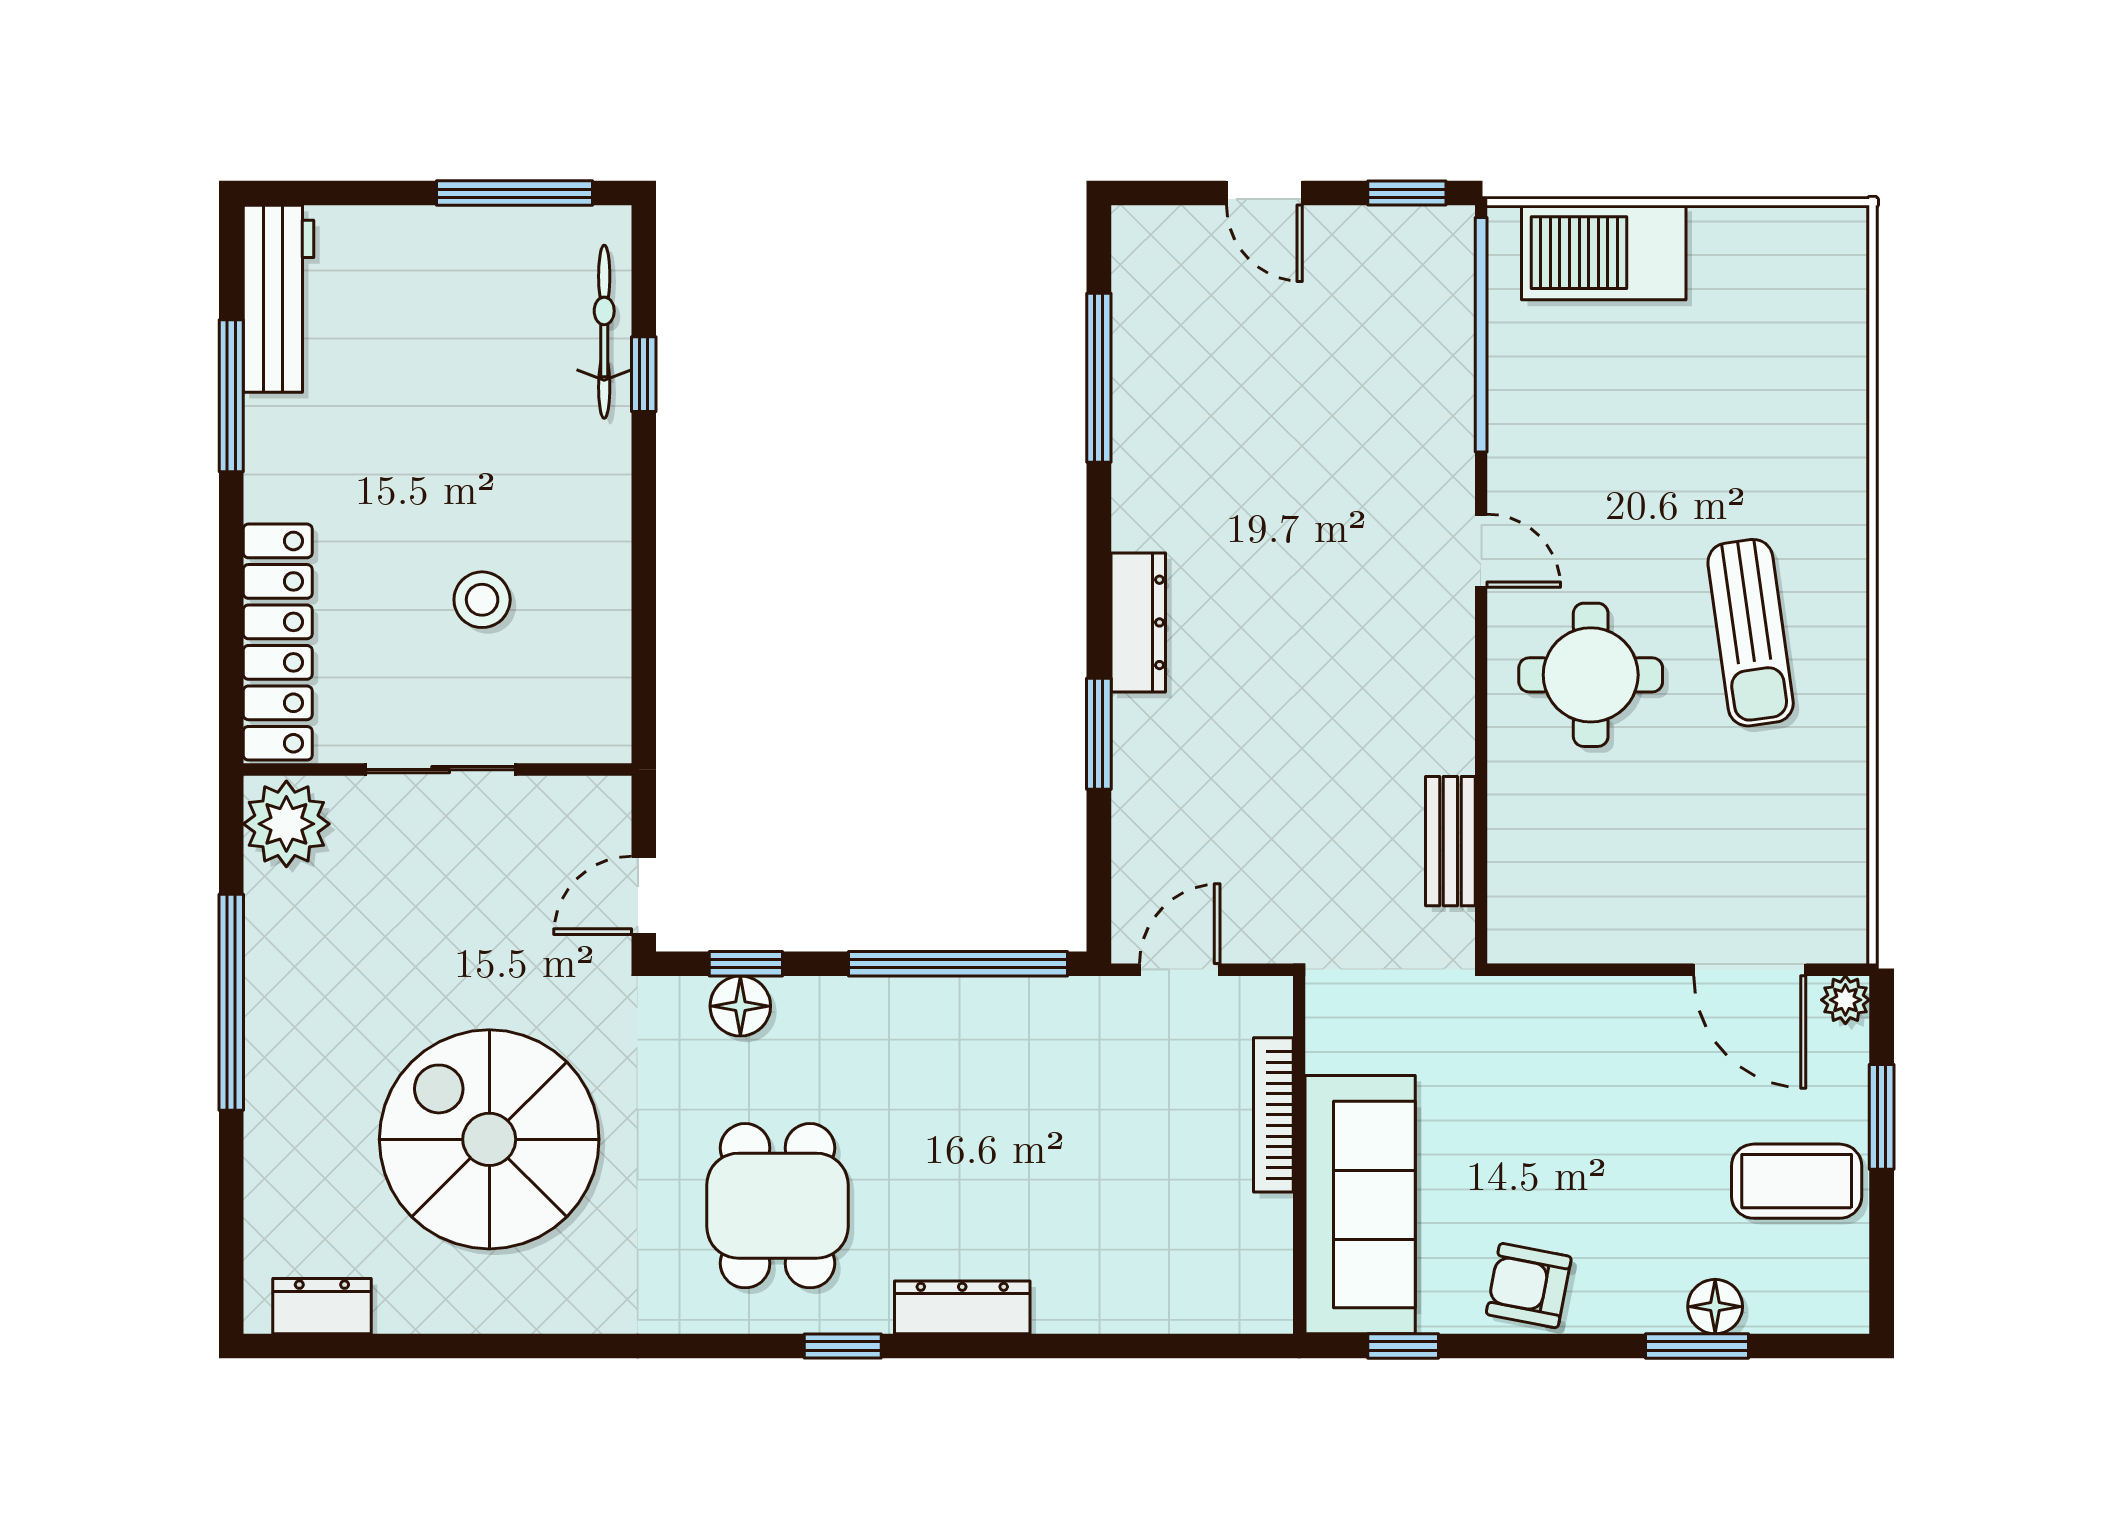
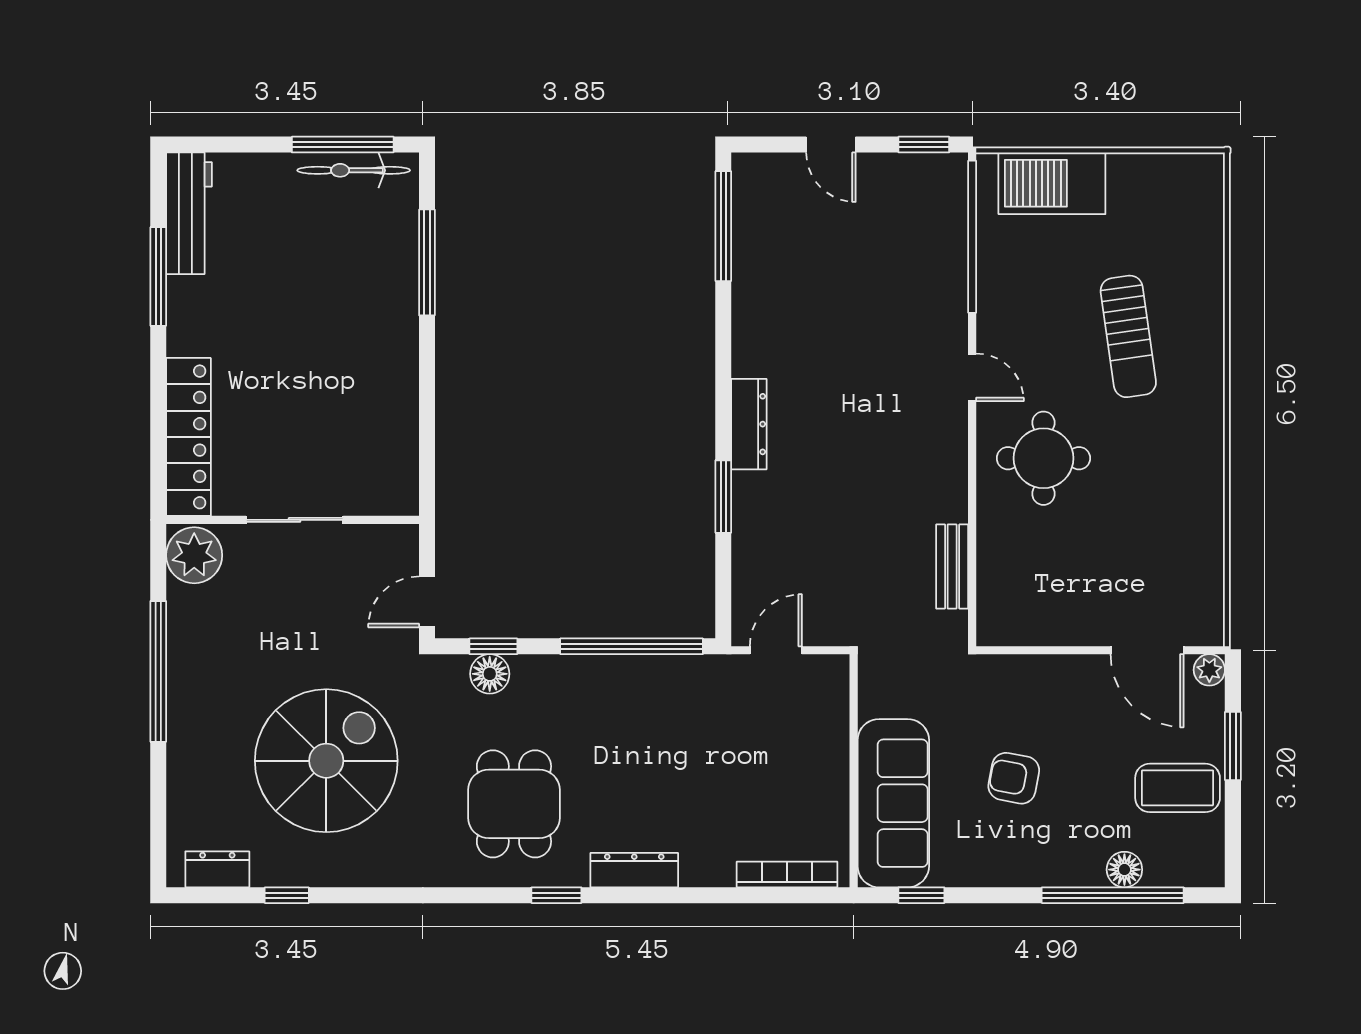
bicycle: (604, 332) -> (354, 170), moved, turned -90
window: (644, 374) -> (427, 262), width x2.17
window: (1099, 378) -> (723, 226), moved
stool: (482, 600) -> (322, 409), removed
sun lounger: (1751, 633) -> (1128, 336), moved
bookcase: (1273, 1115) -> (787, 874), moved, turned 90
spiral stairs: (489, 1139) -> (326, 761), turned 90
armchair: (1529, 1286) -> (1014, 778), moved
window: (429, 1346) -> (287, 895), added
window: (1697, 1346) -> (1113, 895), width x2.11

